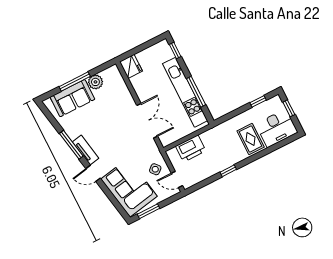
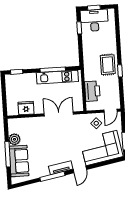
fridge: (131, 66) -> (26, 108), moved
kitchen unit: (185, 92) -> (57, 77), width x0.73
desk: (277, 128) -> (94, 20), moved, turned -90
rug: (251, 139) -> (108, 65), moved, turned 90

